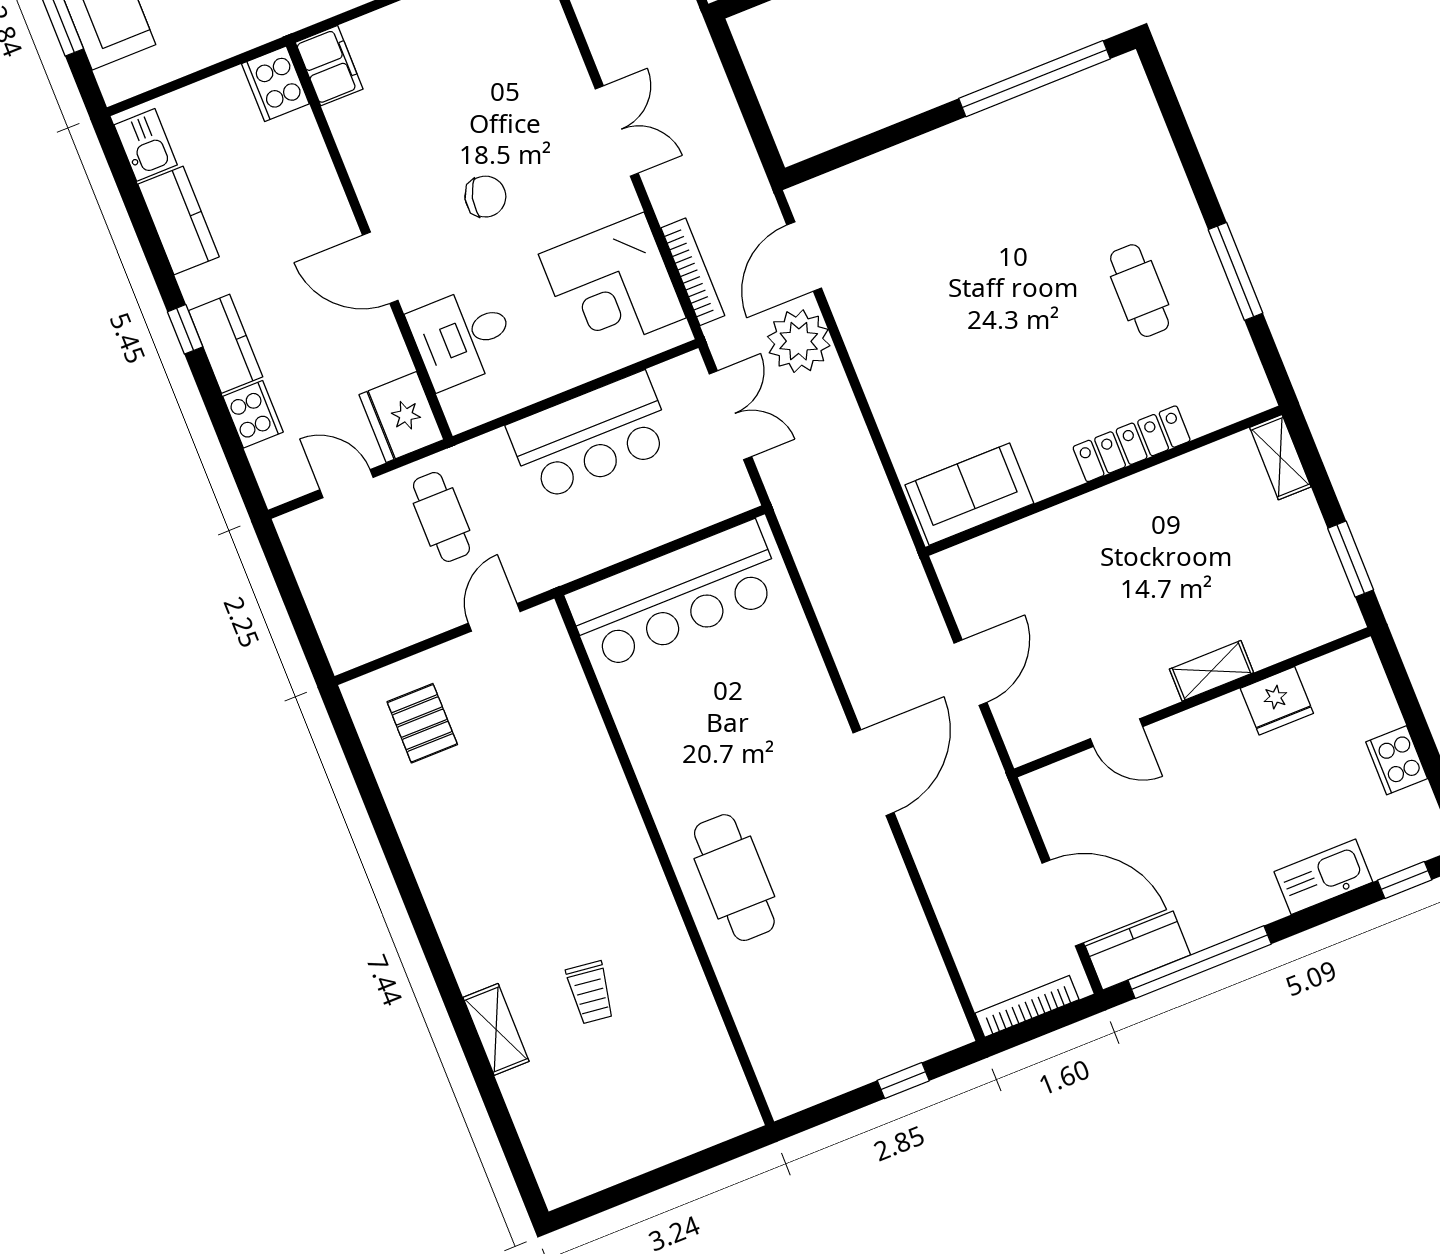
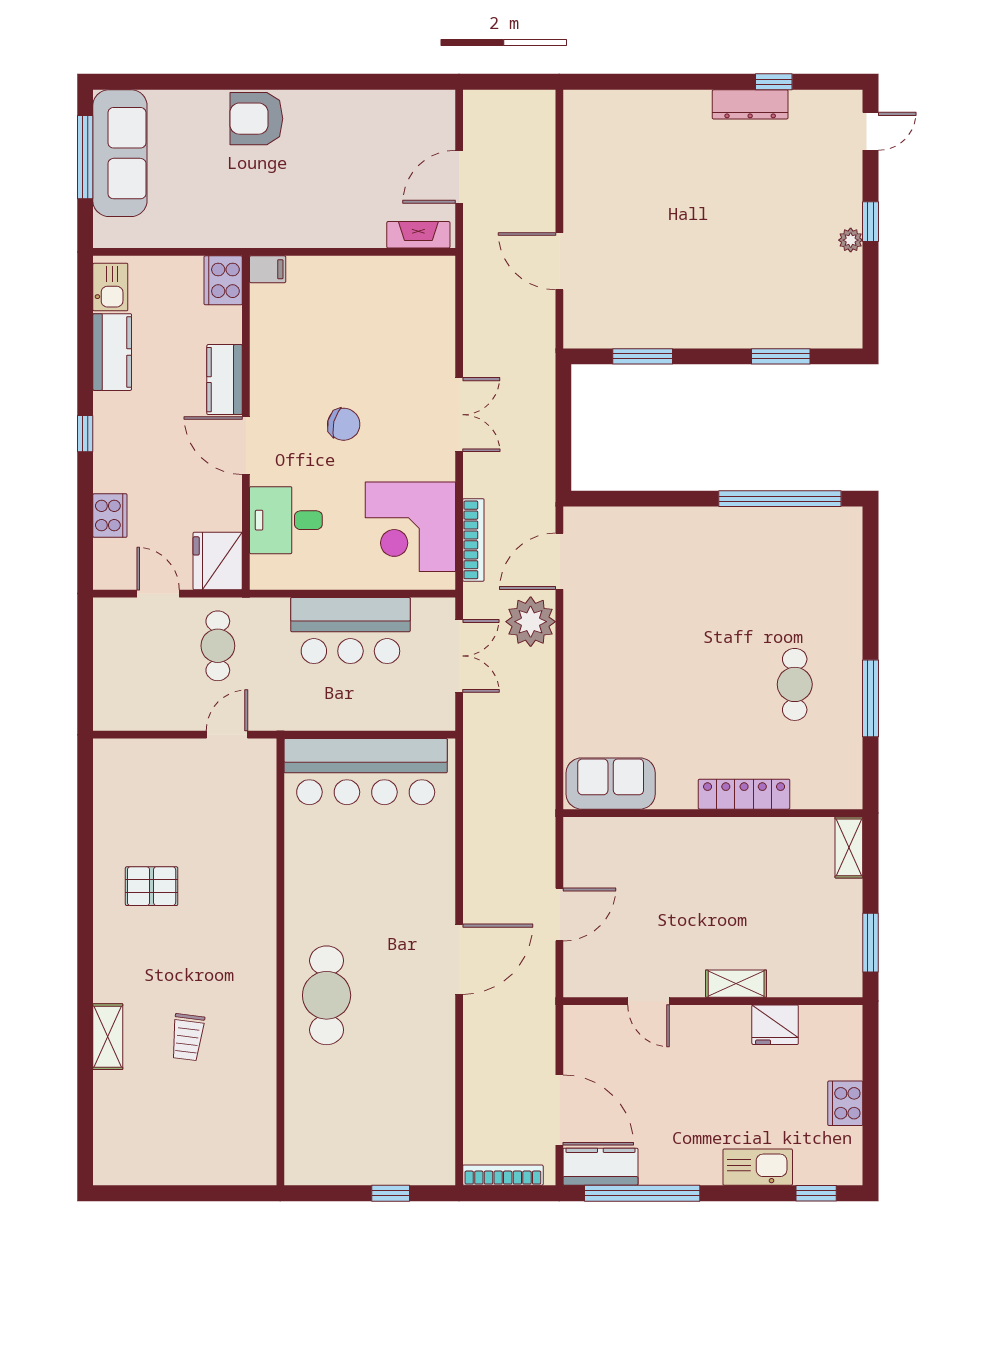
filing cabinet: (329, 66) -> (268, 269), width x0.50
kitchen counter: (226, 344) -> (225, 380), moved, turned 180
pallet: (422, 723) -> (152, 886), moved, turned 90

